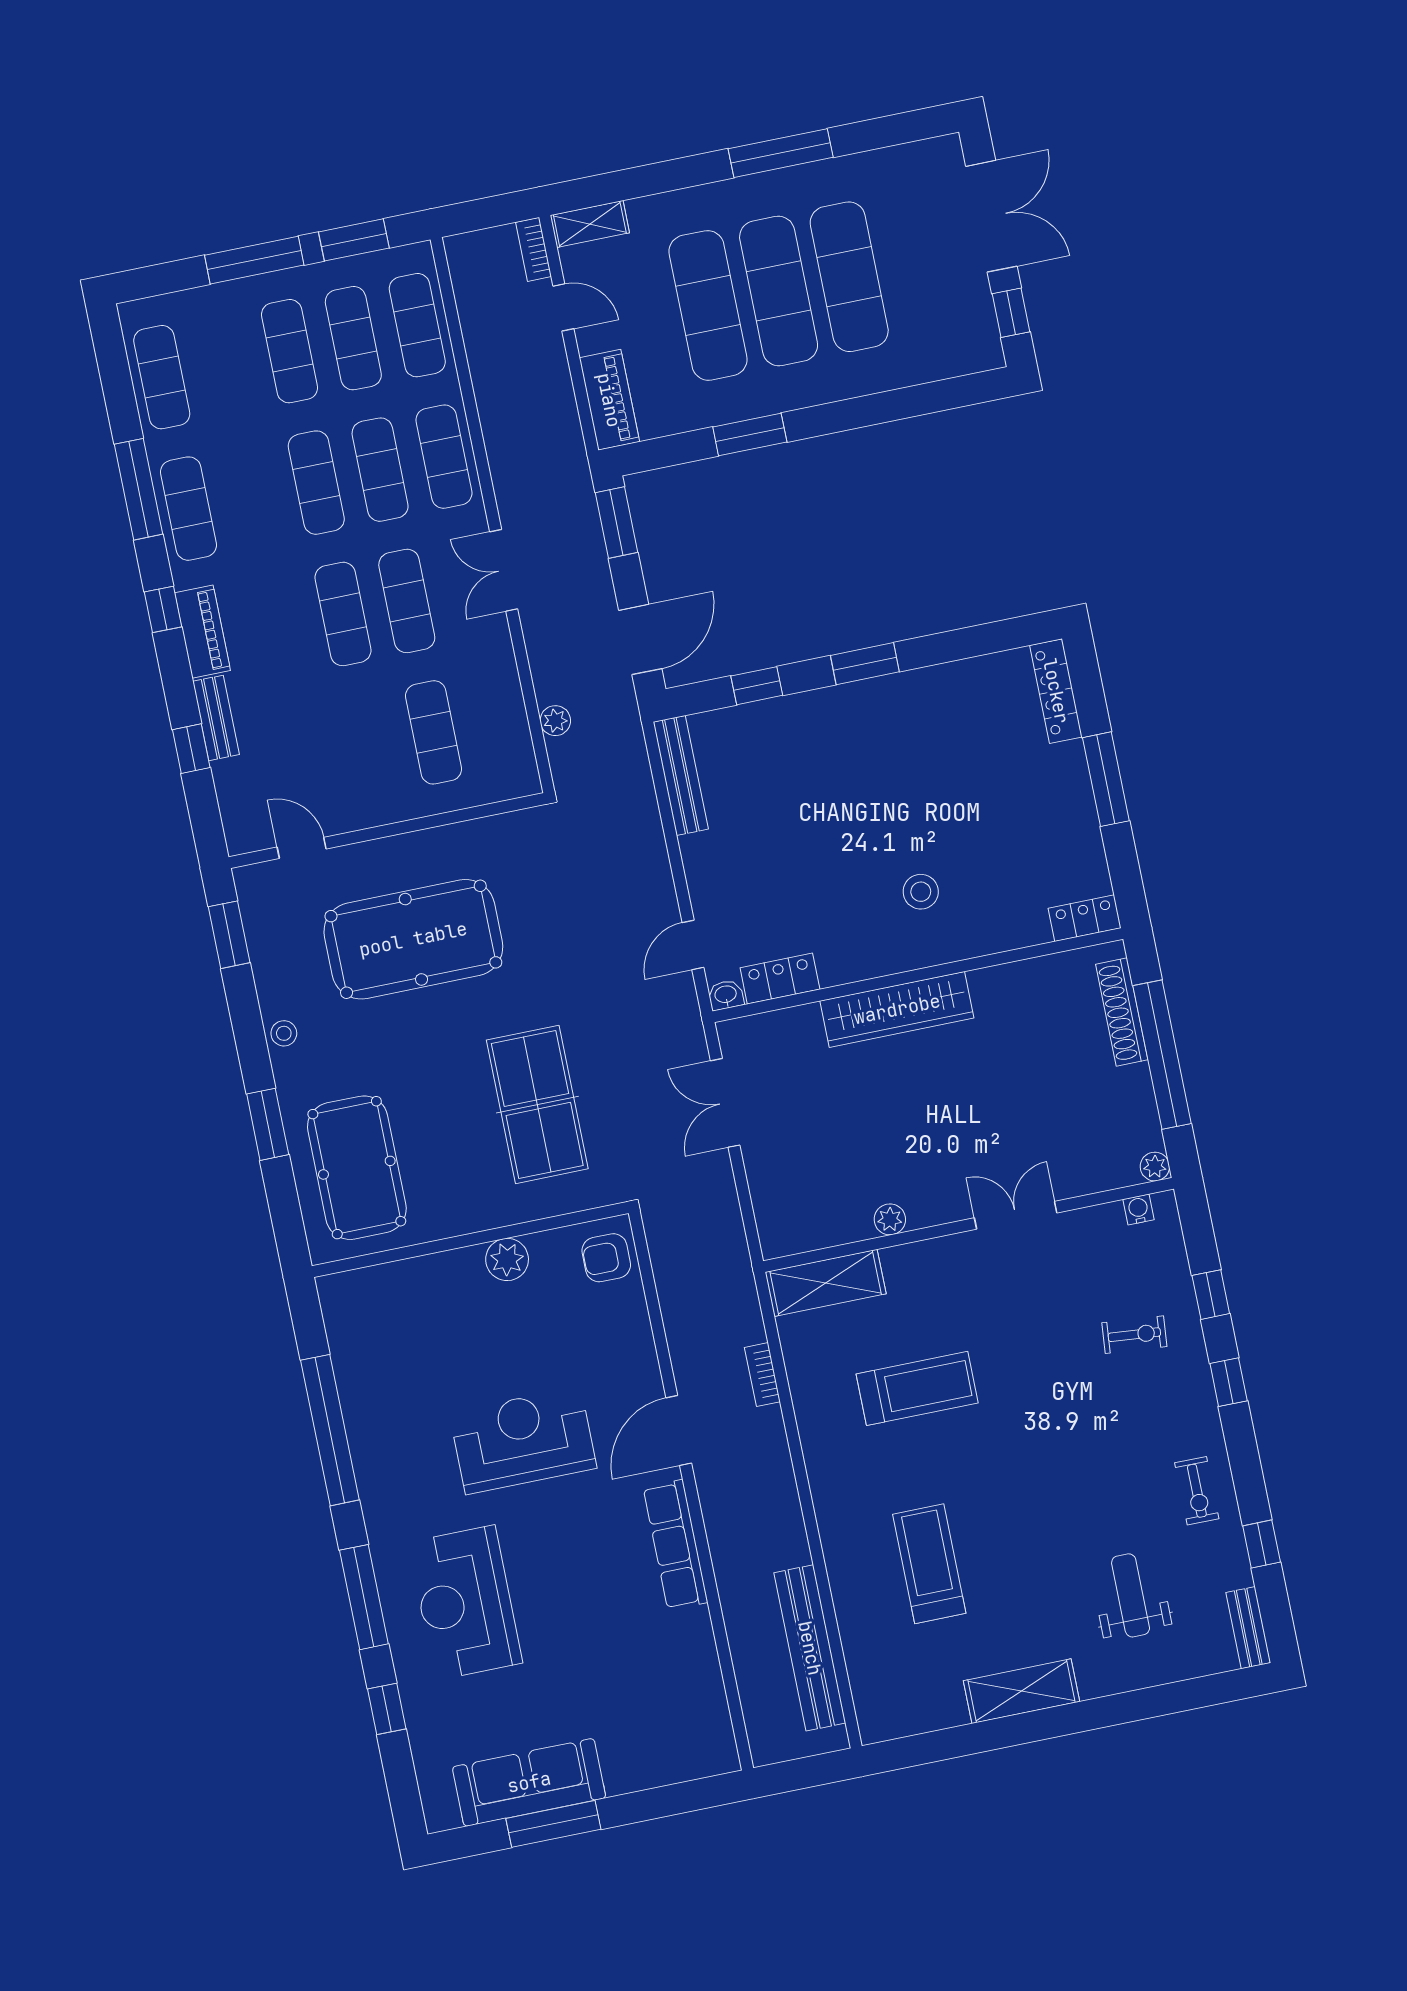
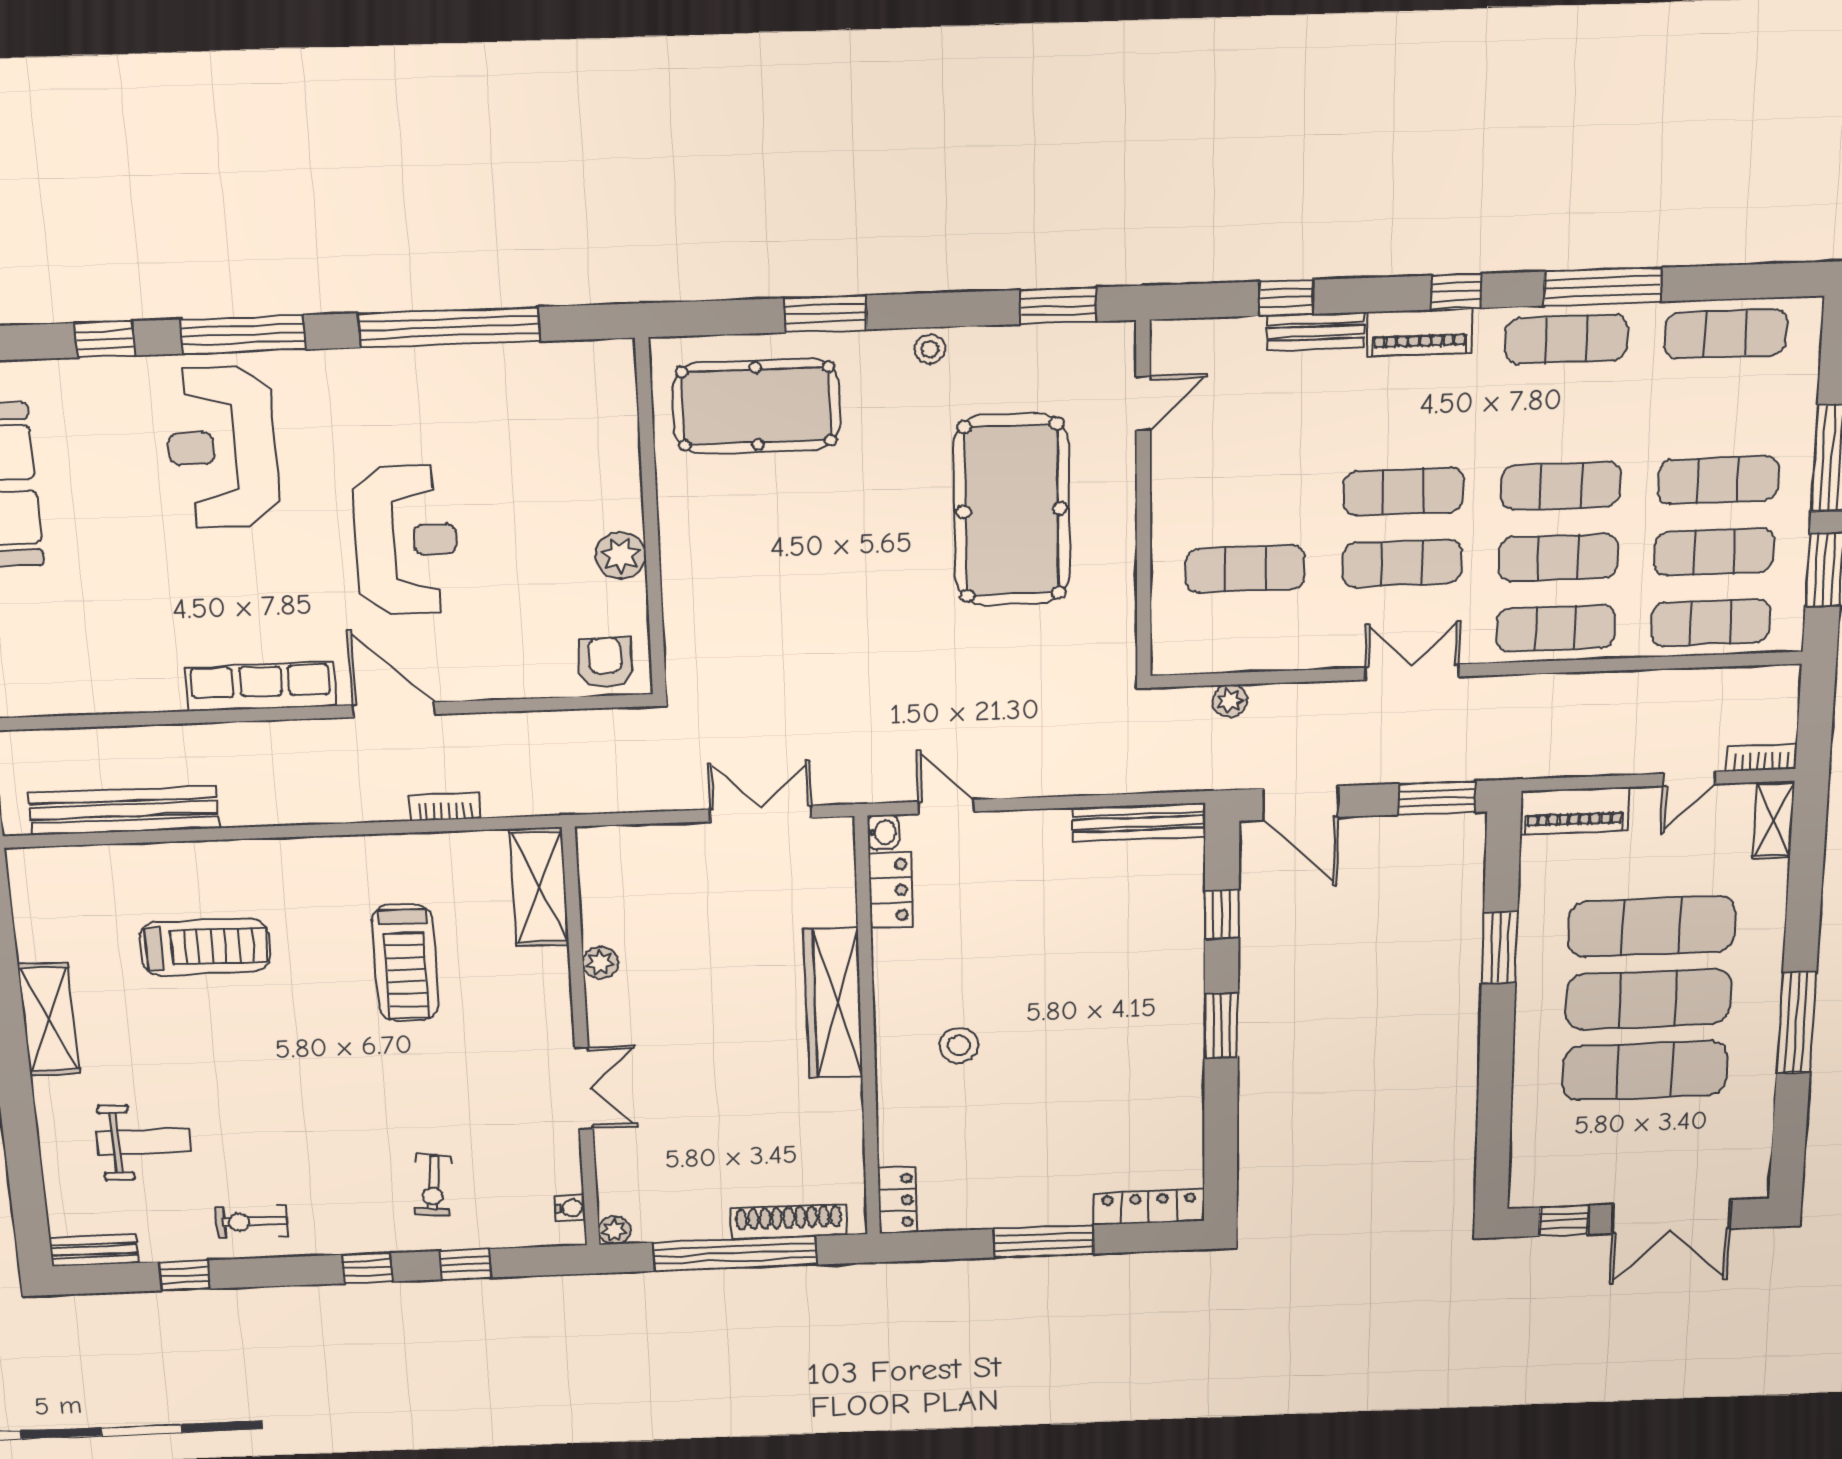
table tennis table: (537, 1104) -> (795, 615), removed
reception desk: (465, 1603) -> (222, 447), turned -90

